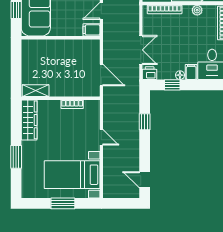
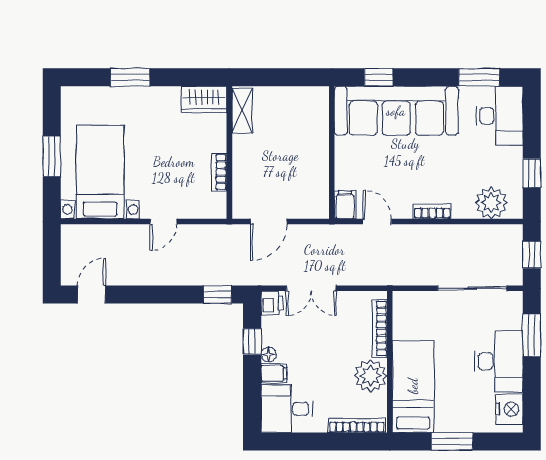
plant: (197, 10) -> (371, 376), width x1.88, depth x1.88
wardrobe: (29, 120) -> (204, 99), width x0.67
window: (145, 122) -> (218, 295), moved

